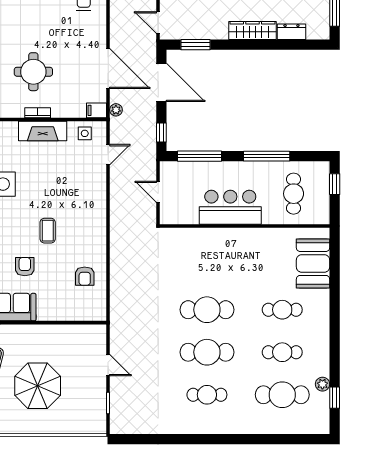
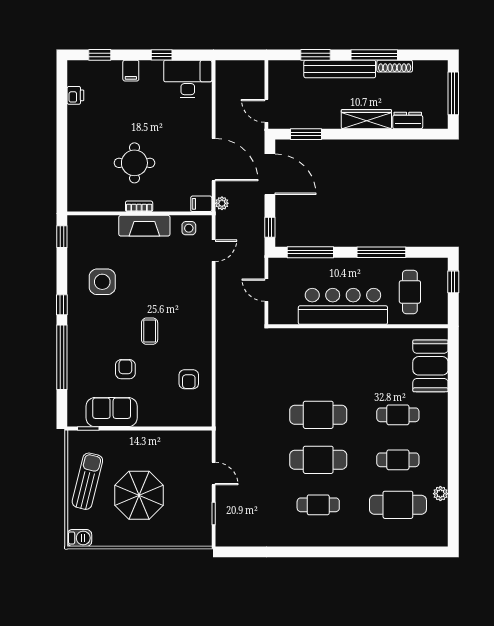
bar counter: (230, 207) -> (343, 306), width x1.36
window: (335, 398) -> (453, 508), removed

